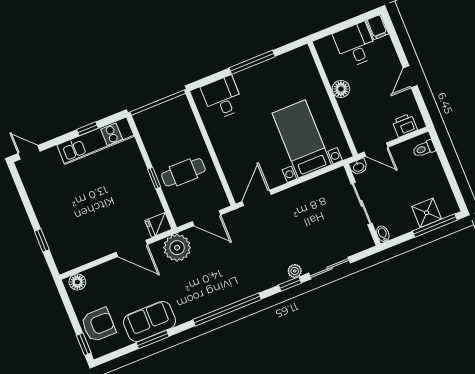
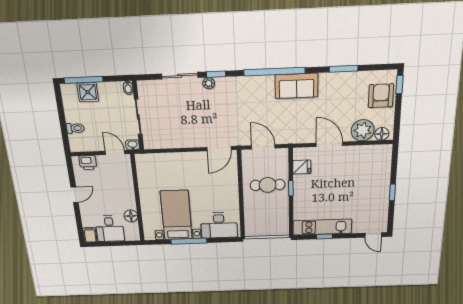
floor lamp: (341, 89) -> (131, 216), moved
desk: (222, 98) -> (219, 225), width x1.37
bed with nightstands: (302, 139) -> (176, 215), moved, turned 180
toilet: (424, 149) -> (75, 128), moved
fridge: (158, 225) -> (302, 167), moved
window: (42, 240) -> (392, 192), moved
plant: (177, 248) -> (363, 130), moved
sofa: (149, 321) -> (296, 86), moved
armchair: (98, 325) -> (381, 96), turned 90

